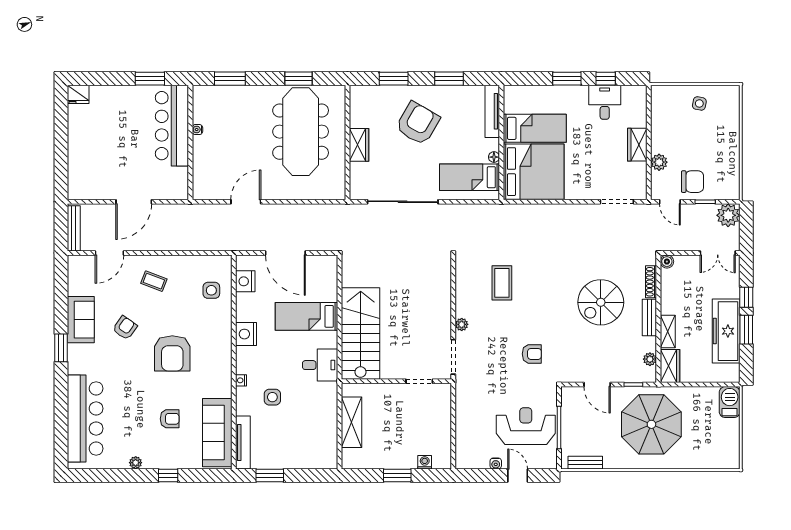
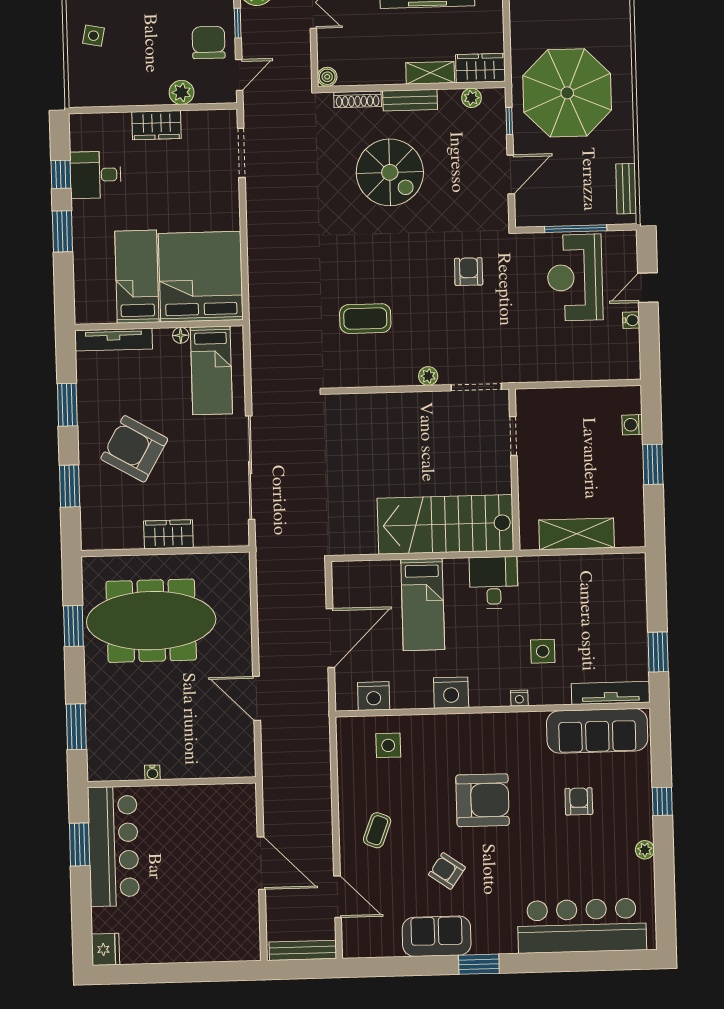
bar counter: (172, 126) -> (113, 846), moved, turned -90

